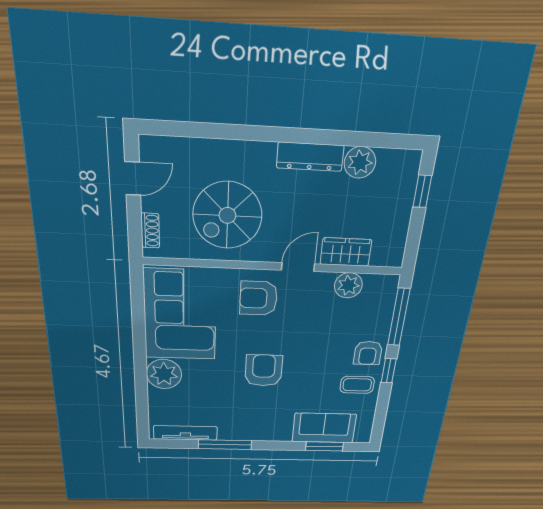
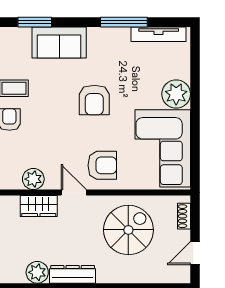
door: (298, 267) -> (74, 193), swing flipped
sofa: (324, 428) -> (59, 42), moved

